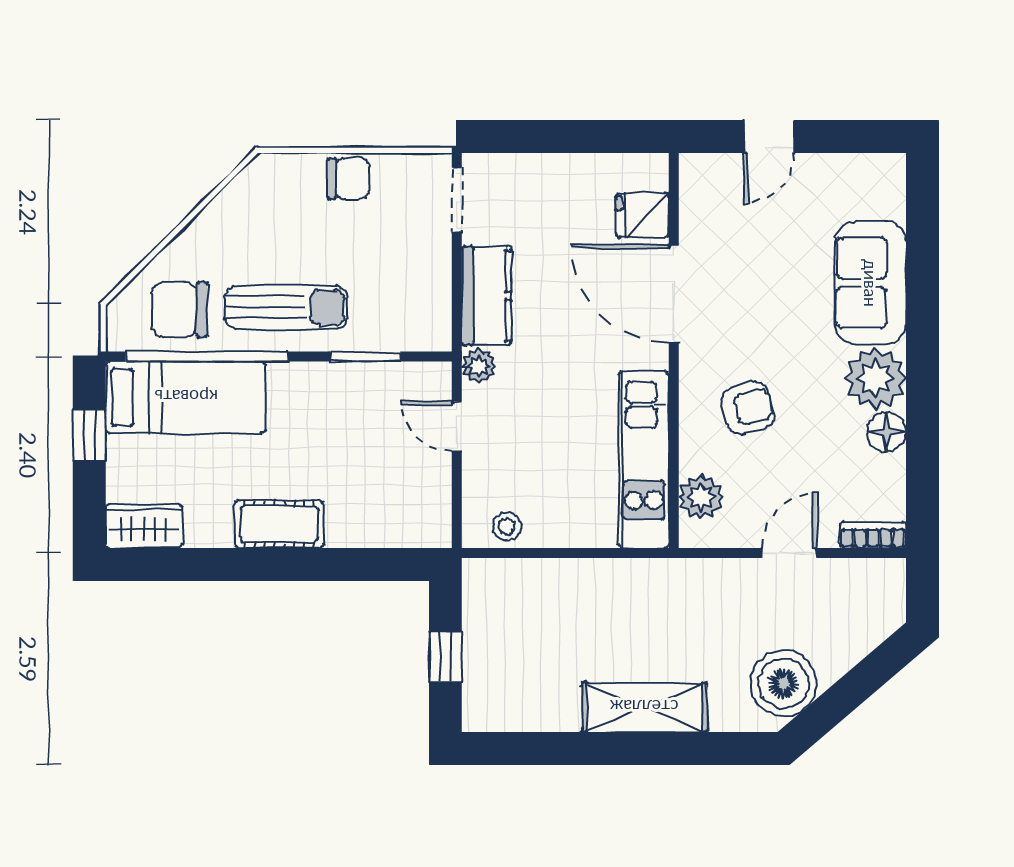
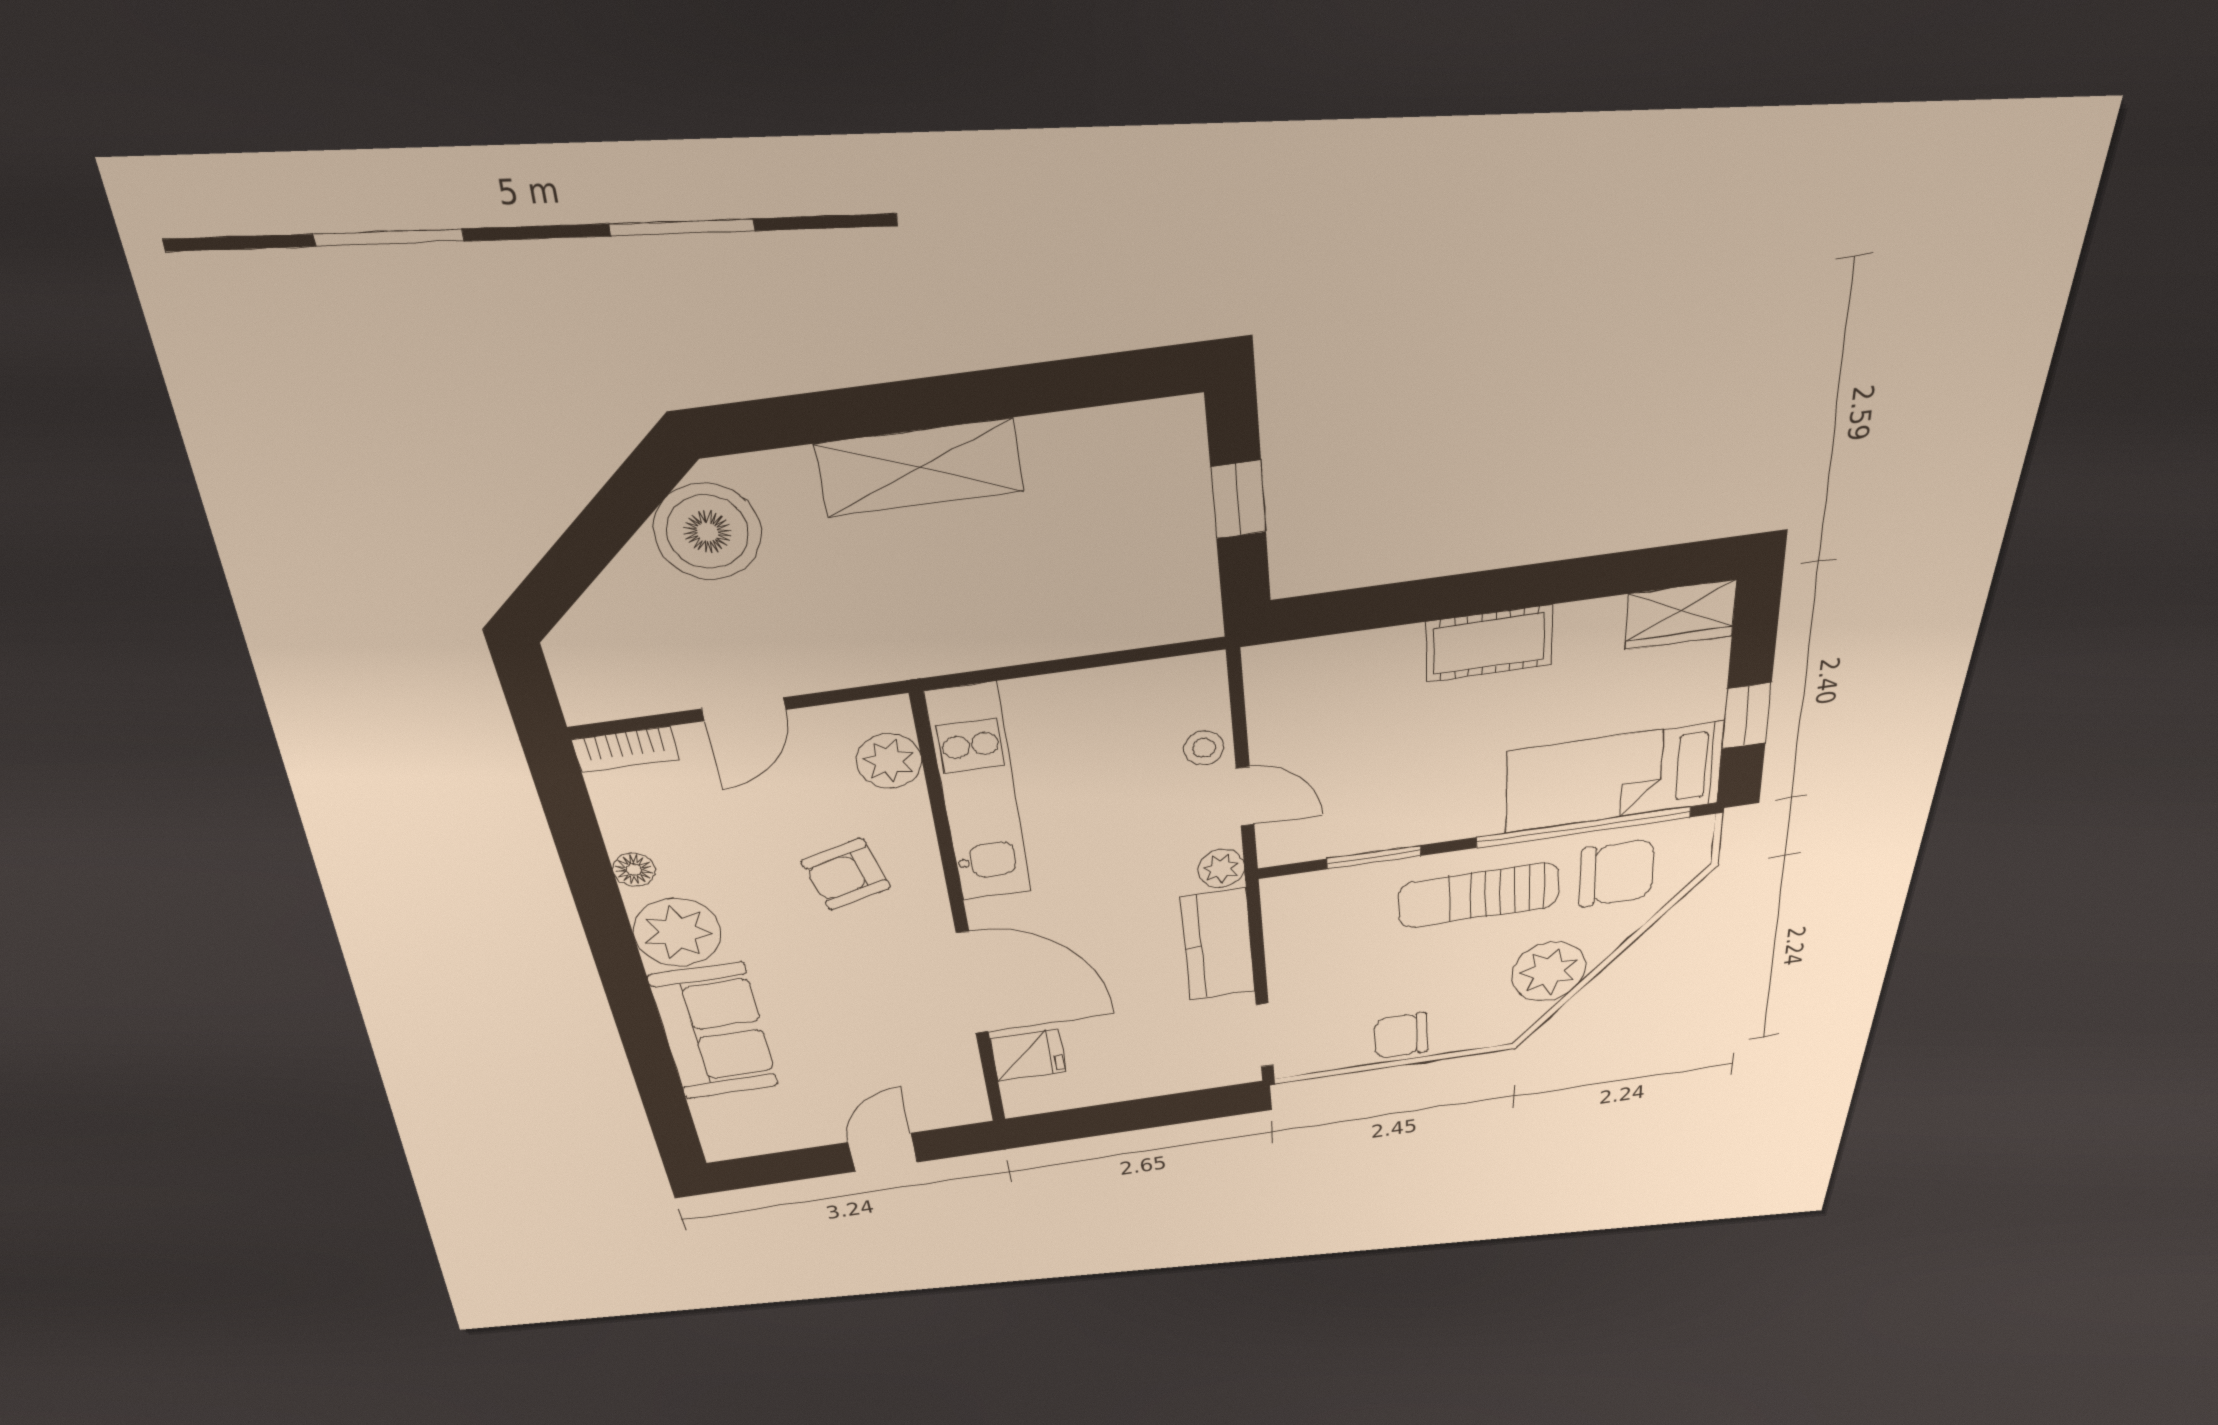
plant: (230, 222) -> (1549, 972), added
floor lamp: (886, 432) -> (634, 870), width x0.73, depth x0.73
stool: (507, 527) -> (1204, 748), moved

